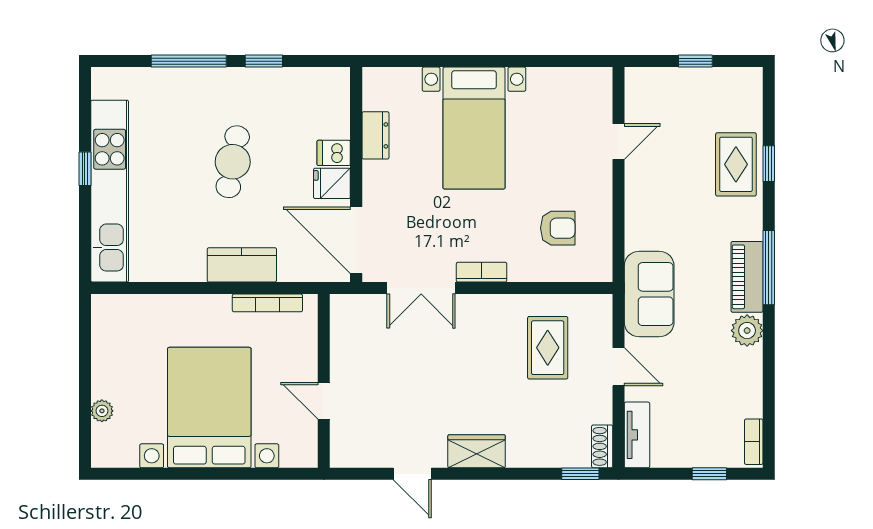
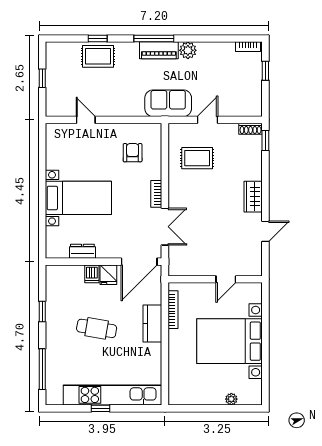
window: (189, 61) -> (42, 369), moved
tv unit: (637, 435) -> (244, 110), removed

